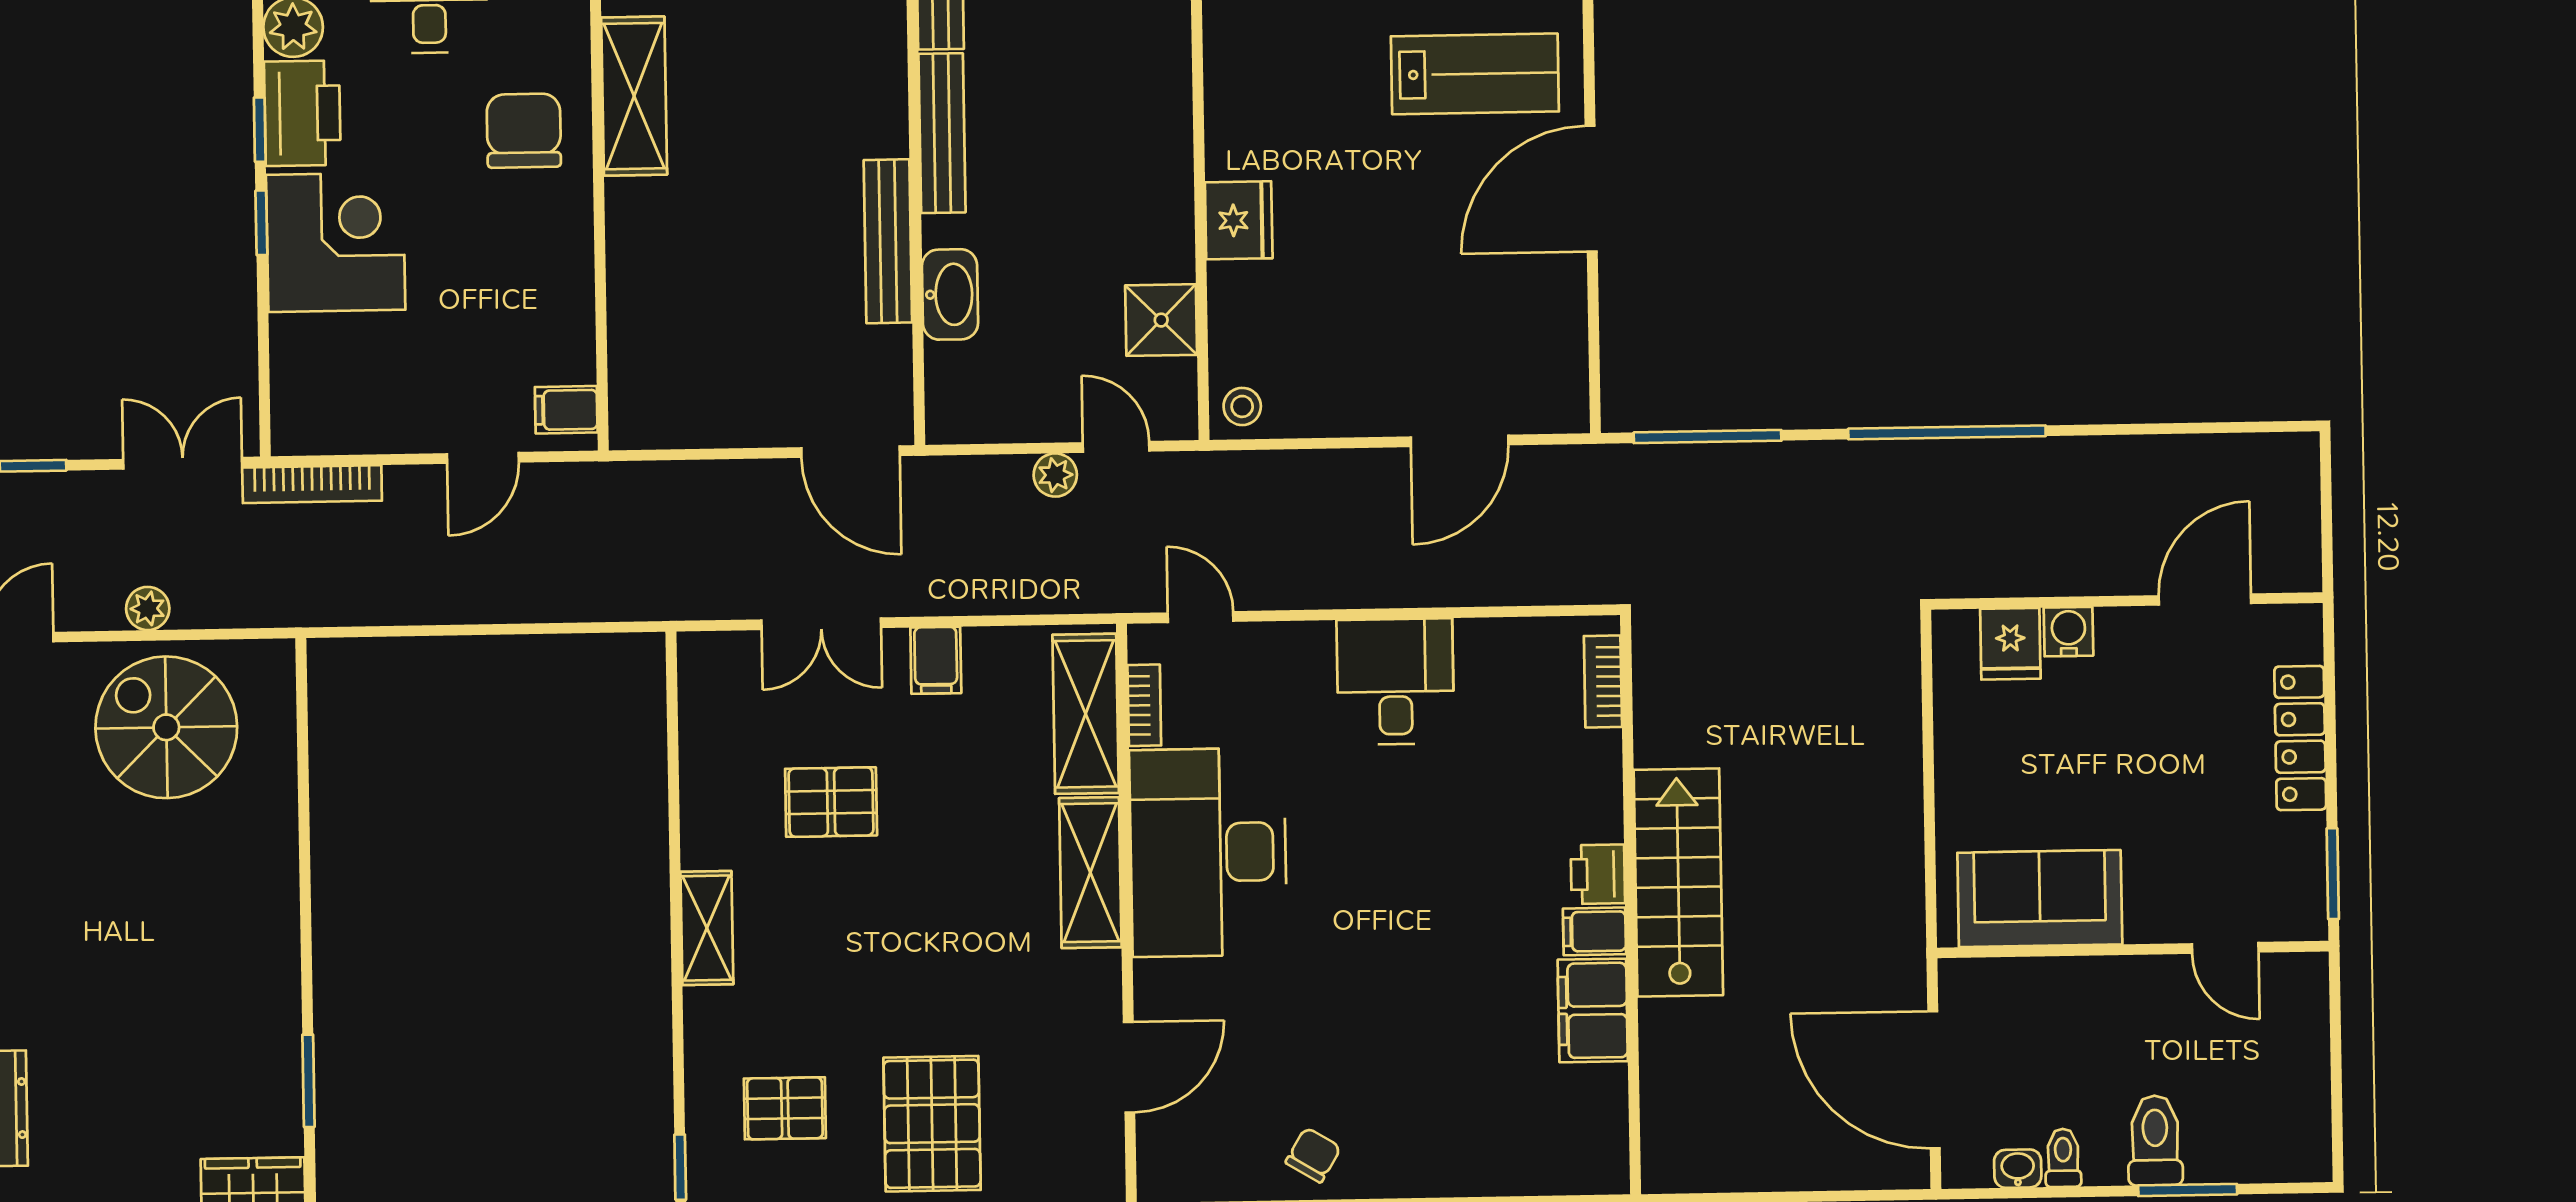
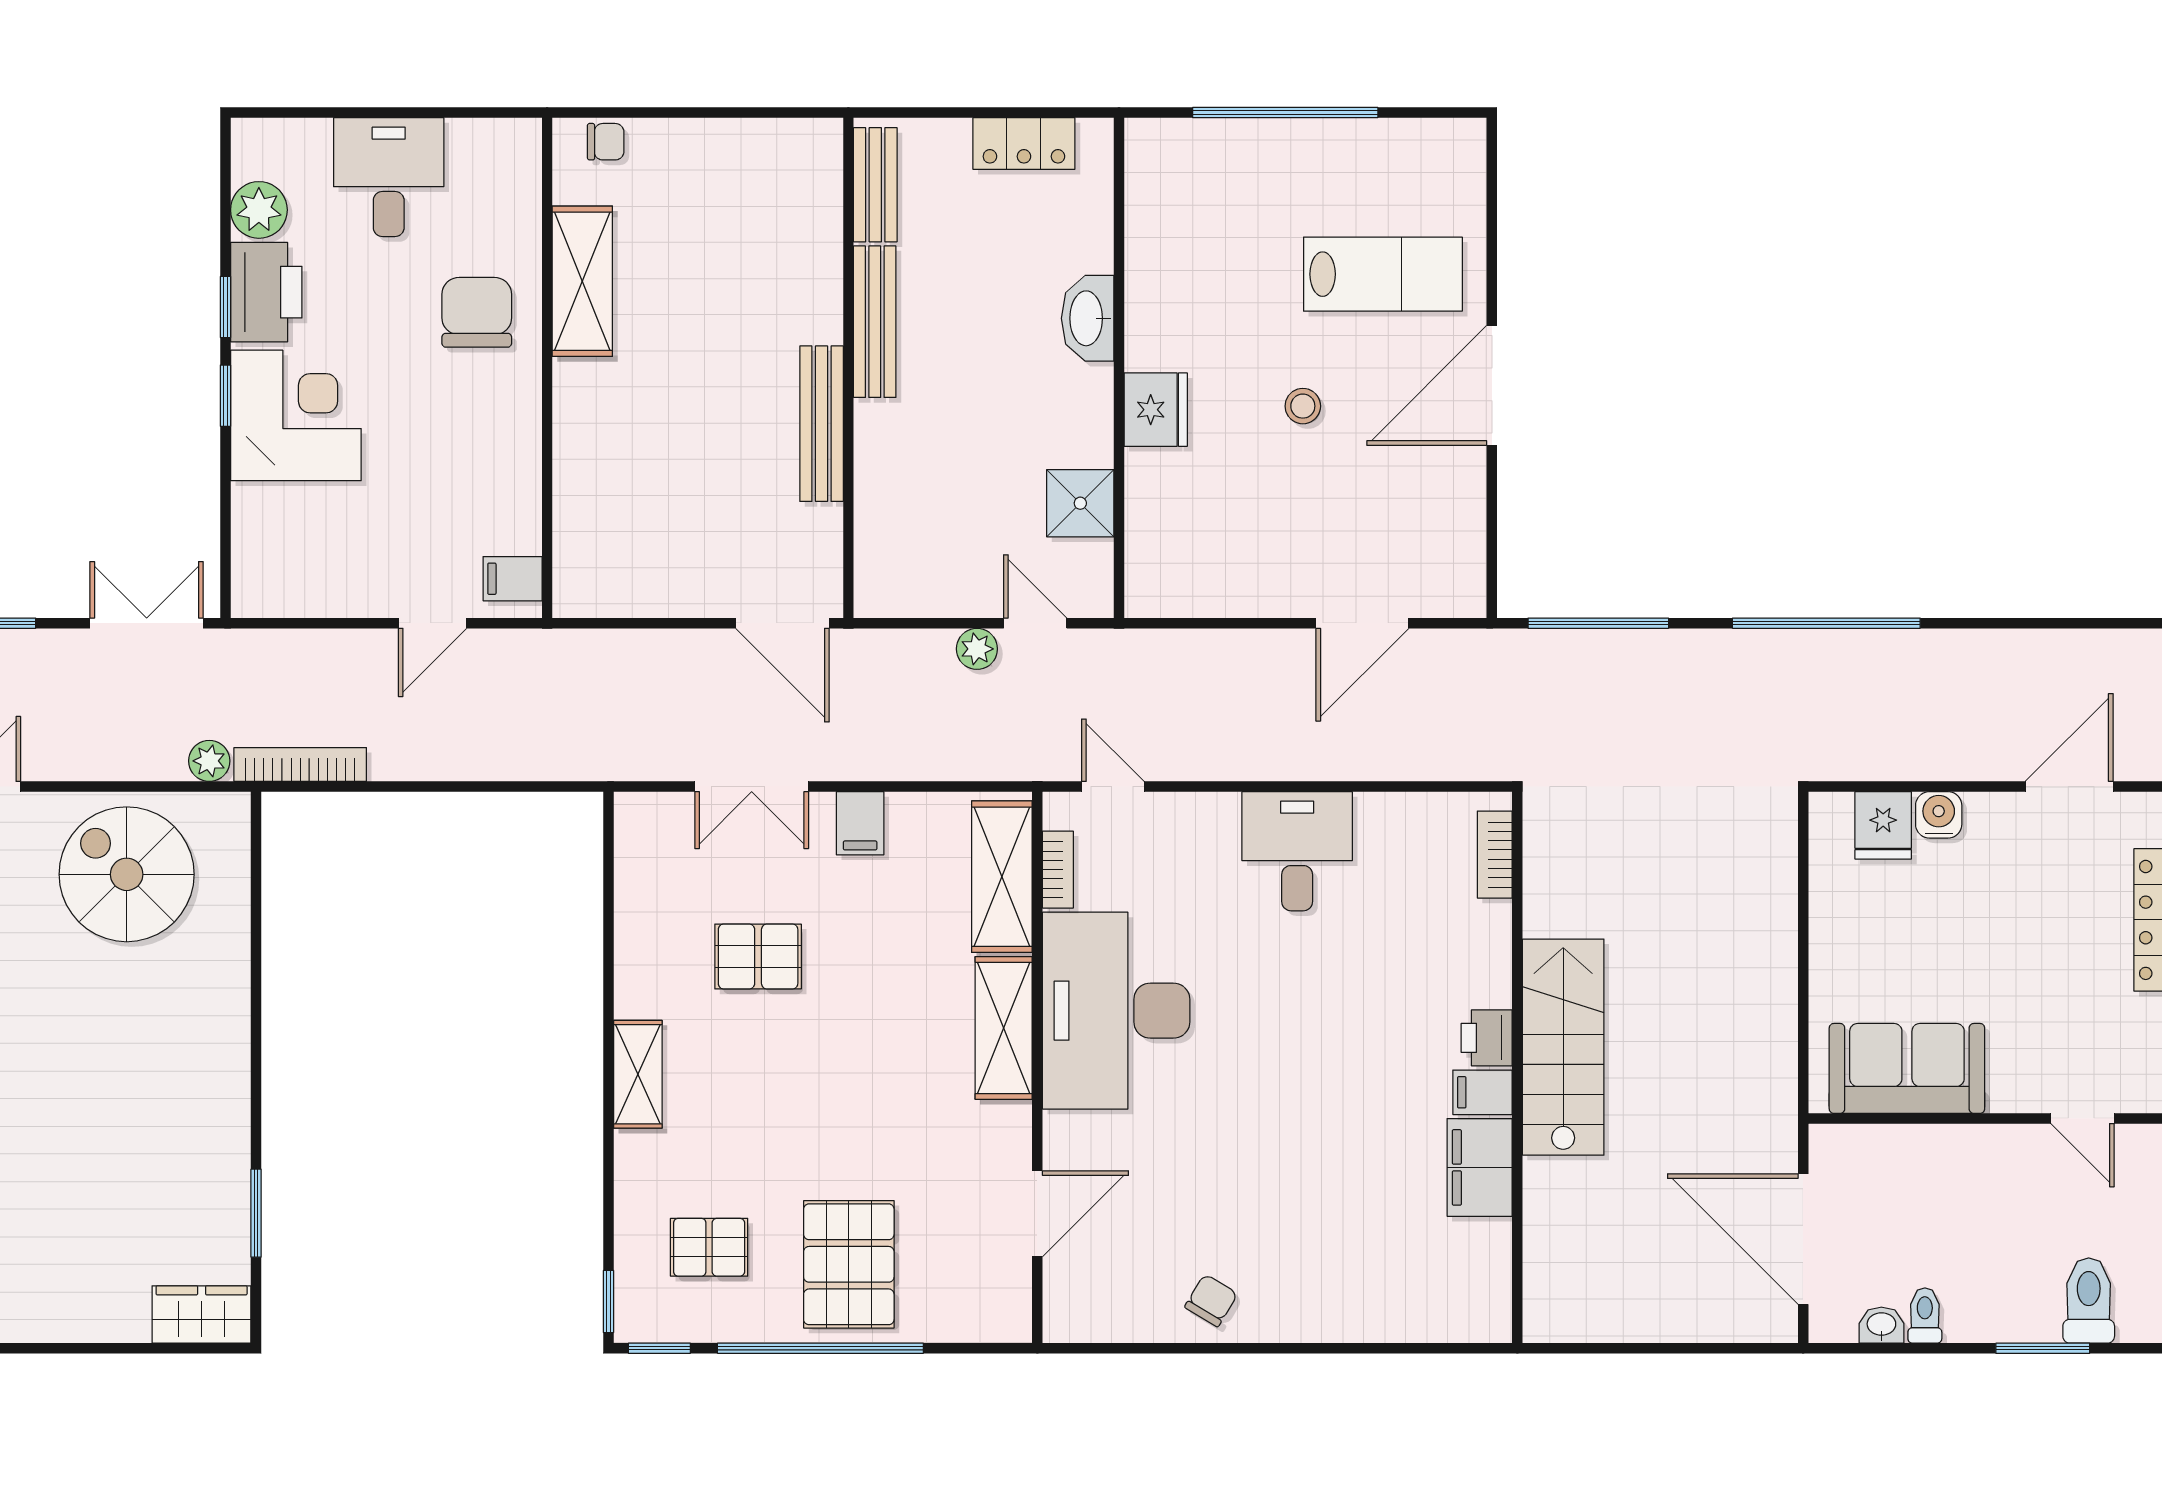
washbasin: (950, 294) -> (1088, 318), moved, turned 180
stool: (1242, 406) -> (1303, 406), moved
bookcase: (312, 484) -> (300, 765), moved, turned 180
plant: (148, 608) -> (209, 761), moved
toilet: (2155, 1140) -> (2089, 1301), moved

